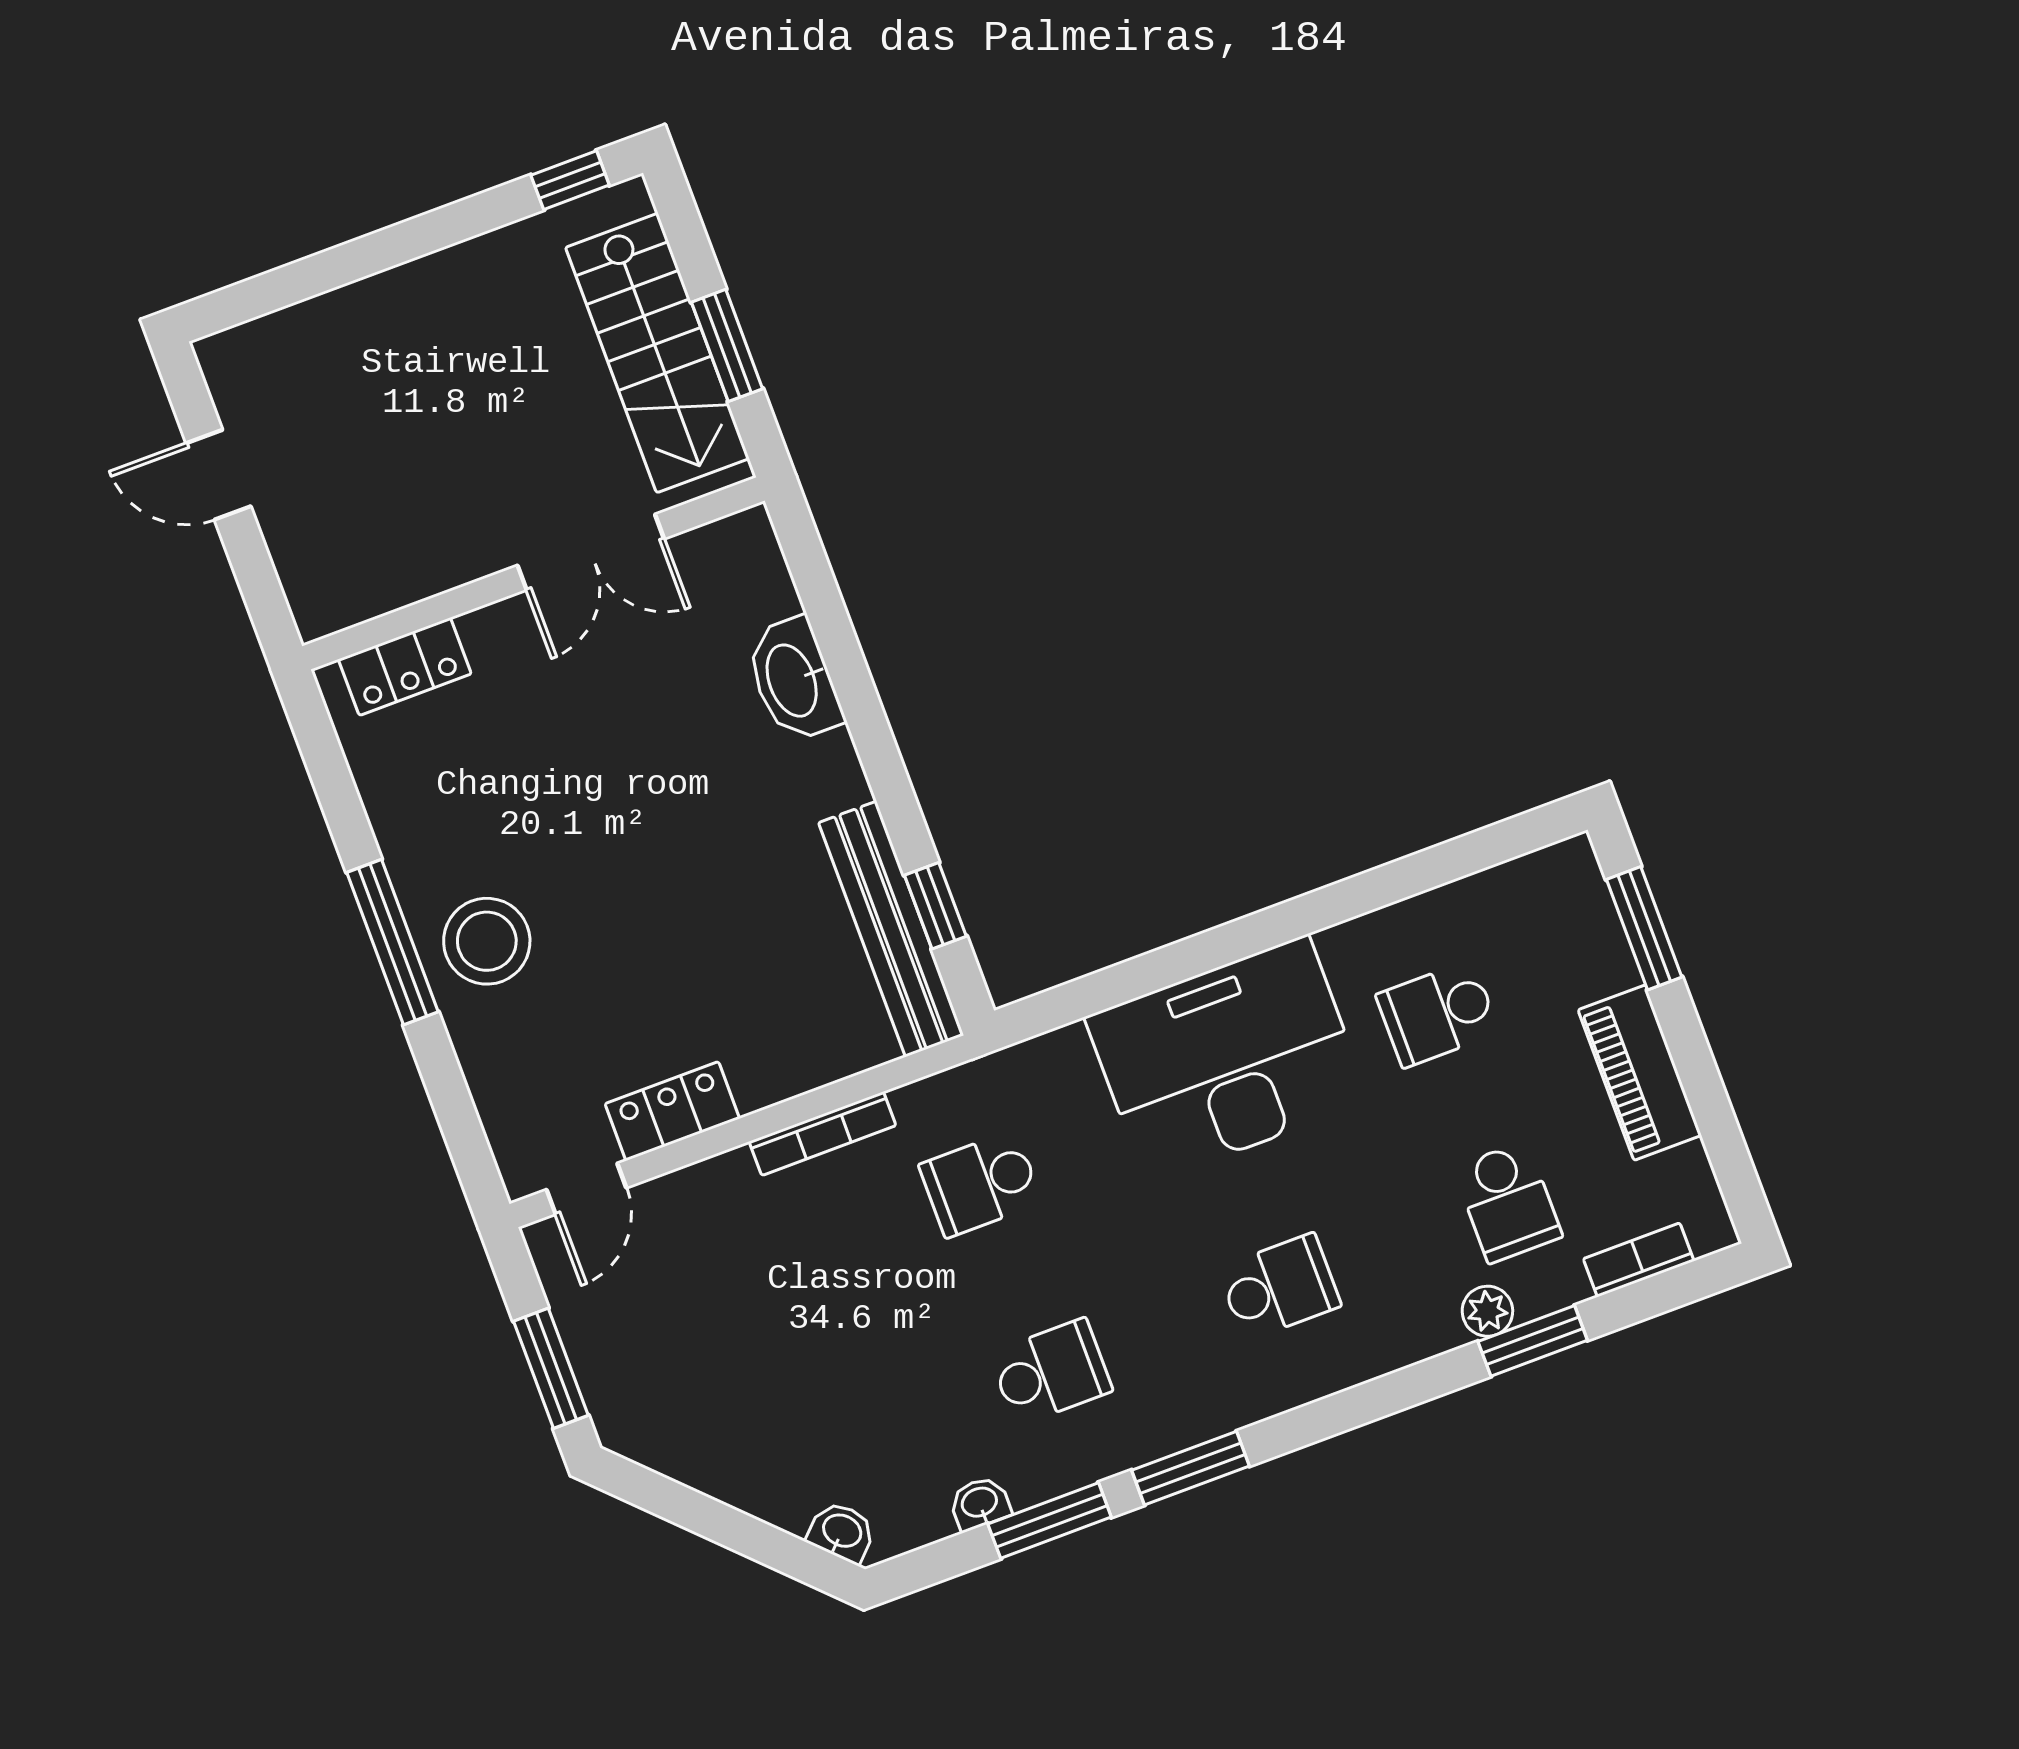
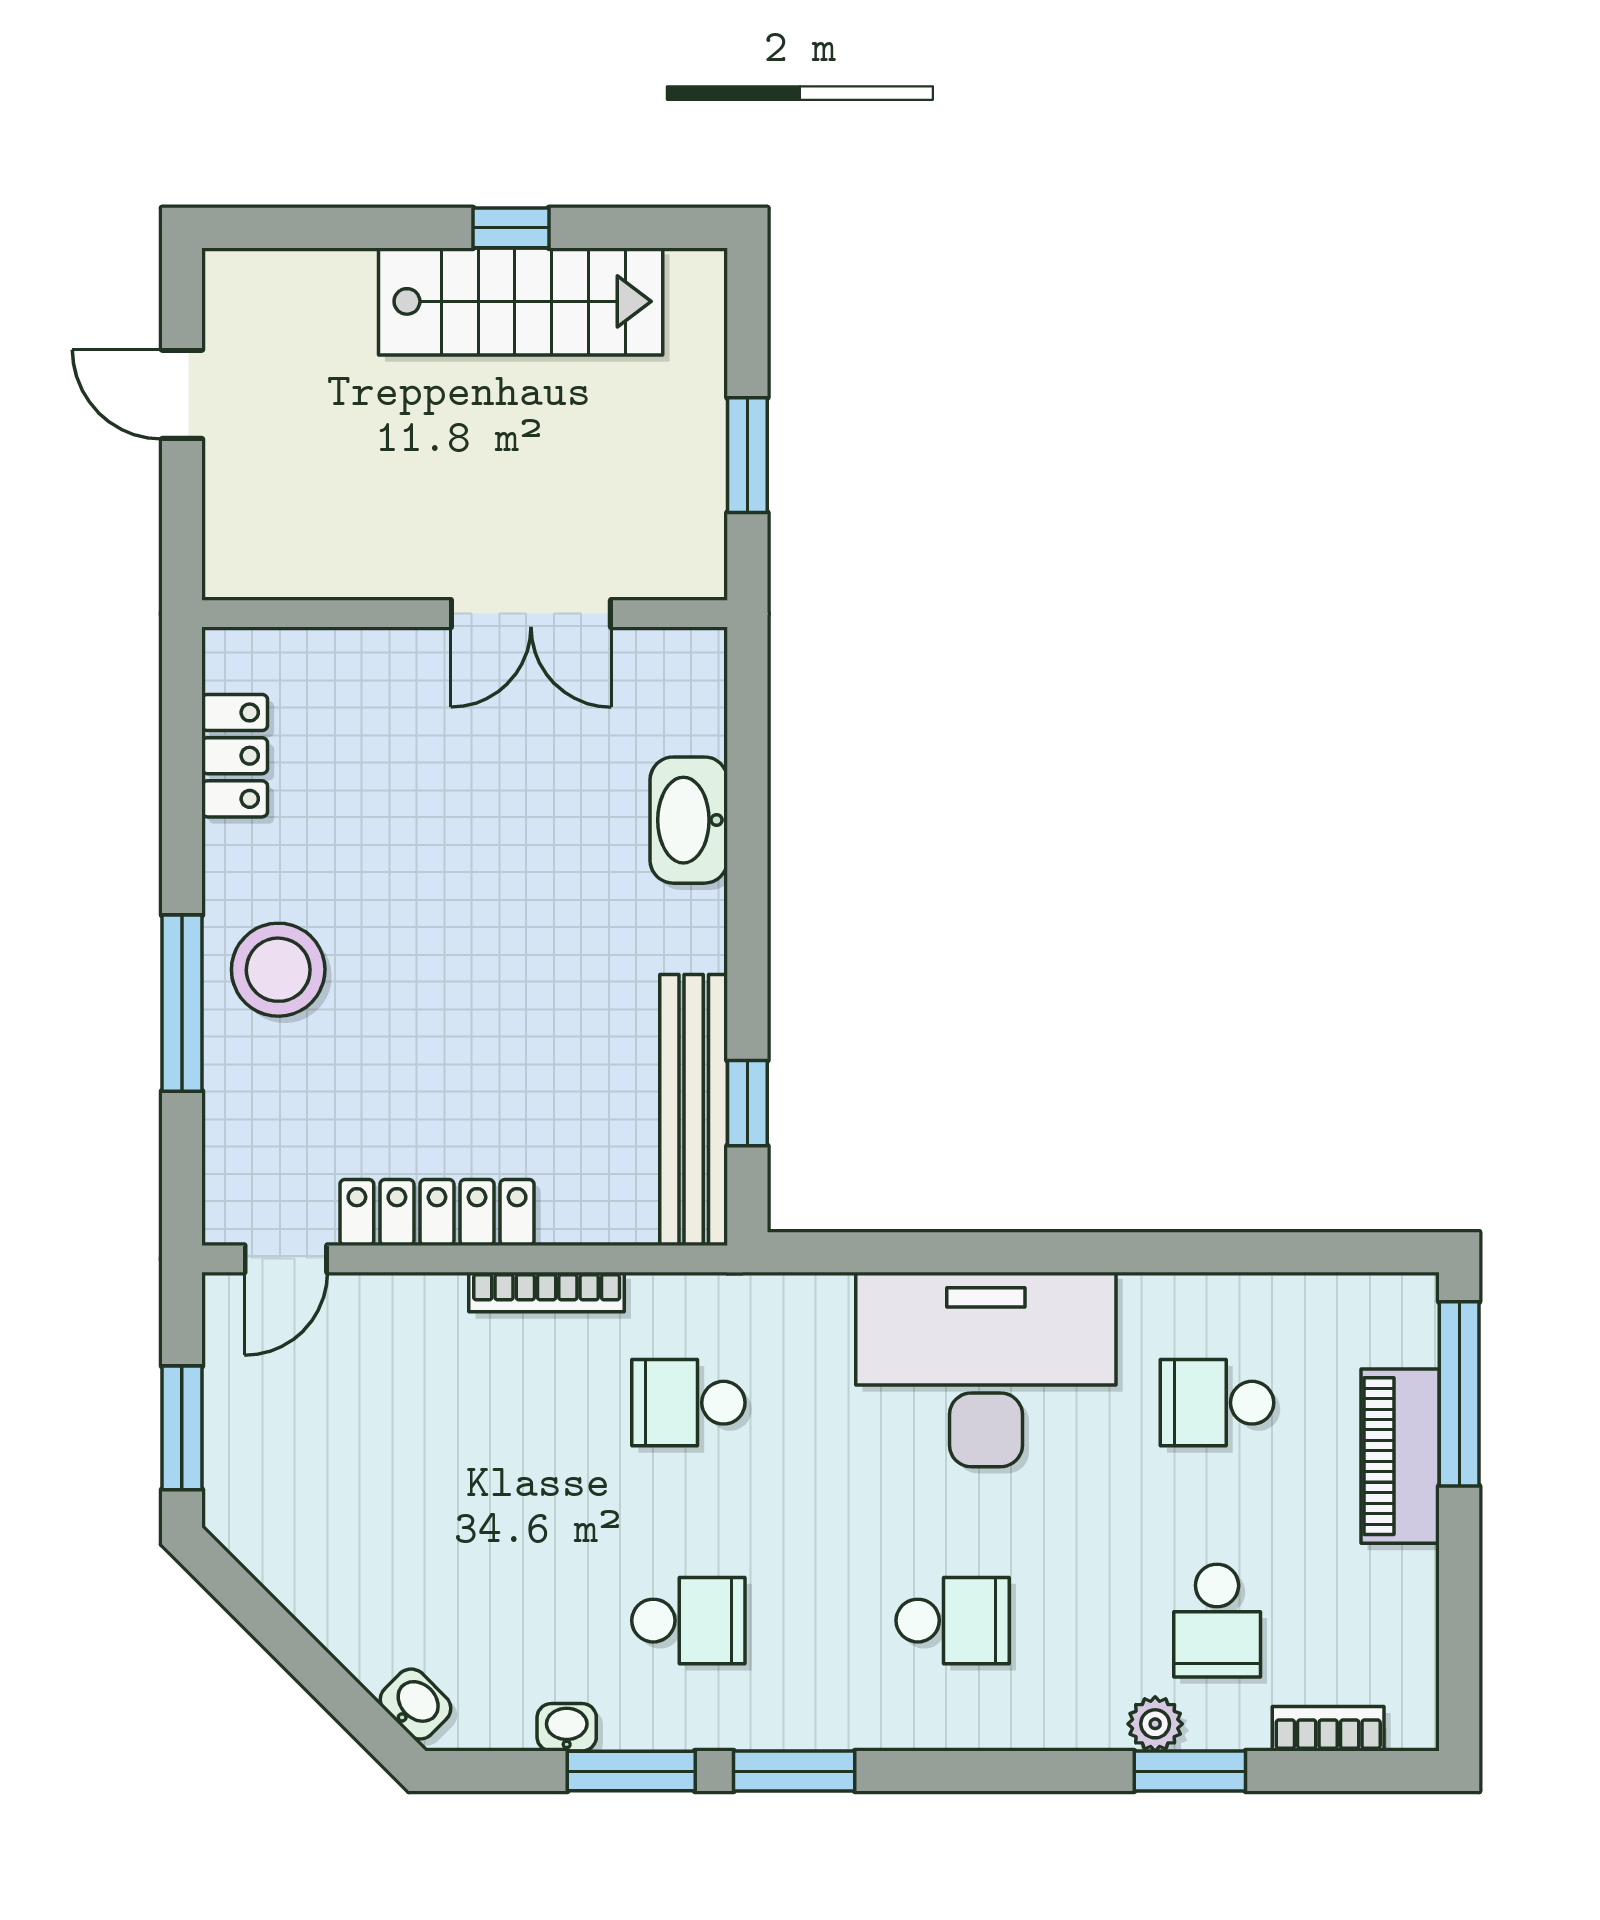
window: (570, 180) -> (511, 228), moved
stairs: (657, 353) -> (521, 301), moved, turned -90
locker: (405, 667) -> (235, 756), moved, turned -90
window: (1644, 928) -> (1459, 1394), width x1.44
window: (392, 942) -> (182, 1003), moved
piano: (1640, 1073) -> (1400, 1456), moved
locker: (672, 1111) -> (437, 1212), width x1.53

